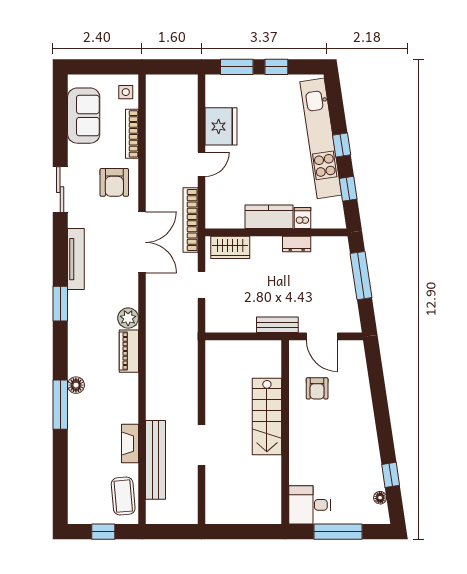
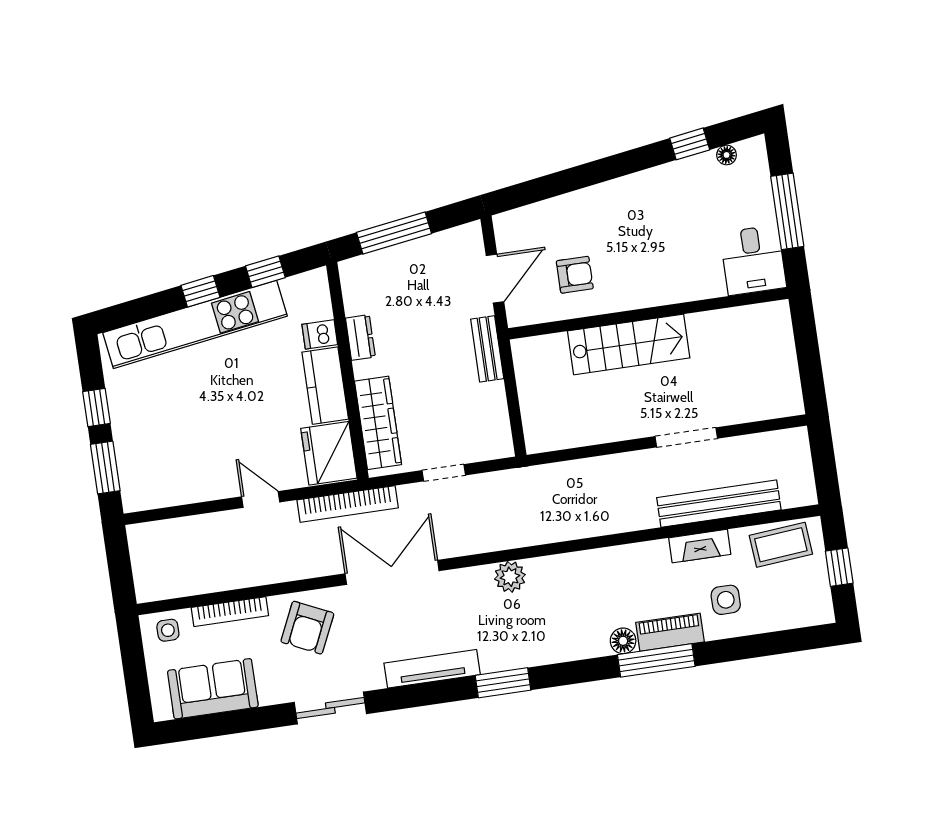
fridge: (221, 126) -> (329, 453), moved, turned -90
armchair: (114, 182) -> (307, 628), turned 115
wardrobe: (230, 247) -> (378, 423), width x1.50
piano: (129, 351) -> (670, 632), moved, turned 180
side table: (93, 455) -> (726, 600), added

